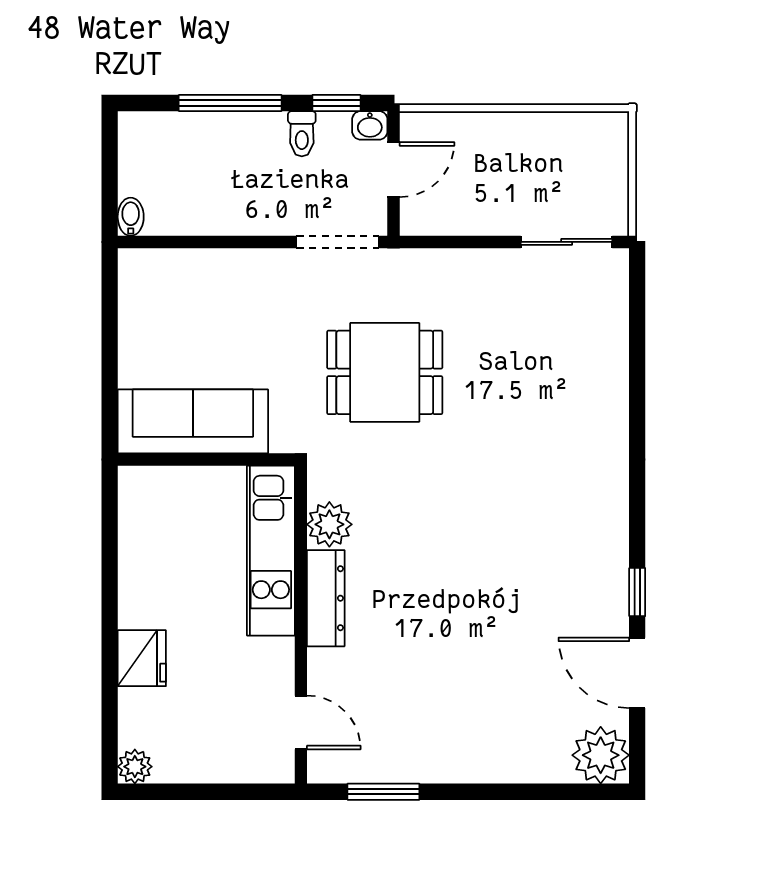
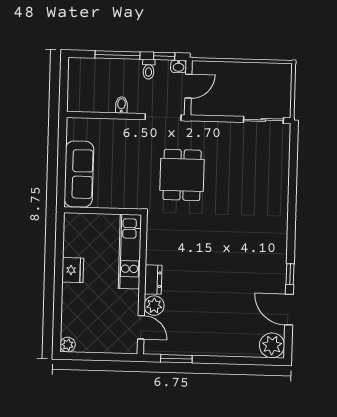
bidet: (131, 217) -> (121, 105), moved
dining table: (385, 372) -> (182, 175), turned 90
sofa: (193, 421) -> (79, 174), moved, turned 90
plant: (329, 524) -> (154, 306), moved
dresser: (326, 598) -> (153, 280), width x0.70
fridge: (142, 658) -> (73, 270), moved

